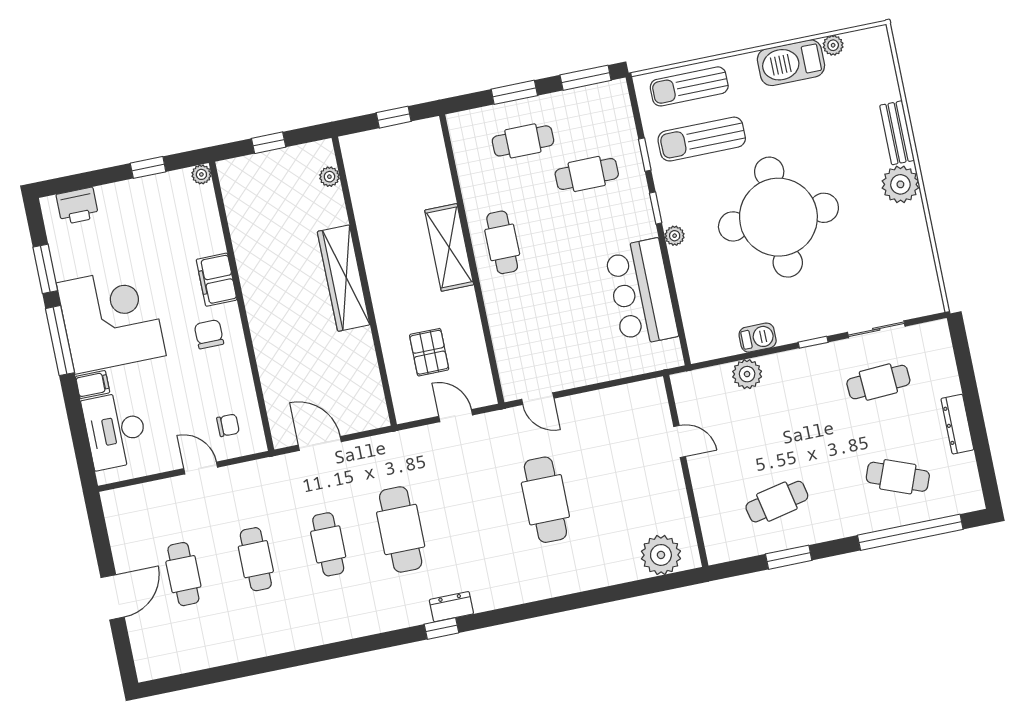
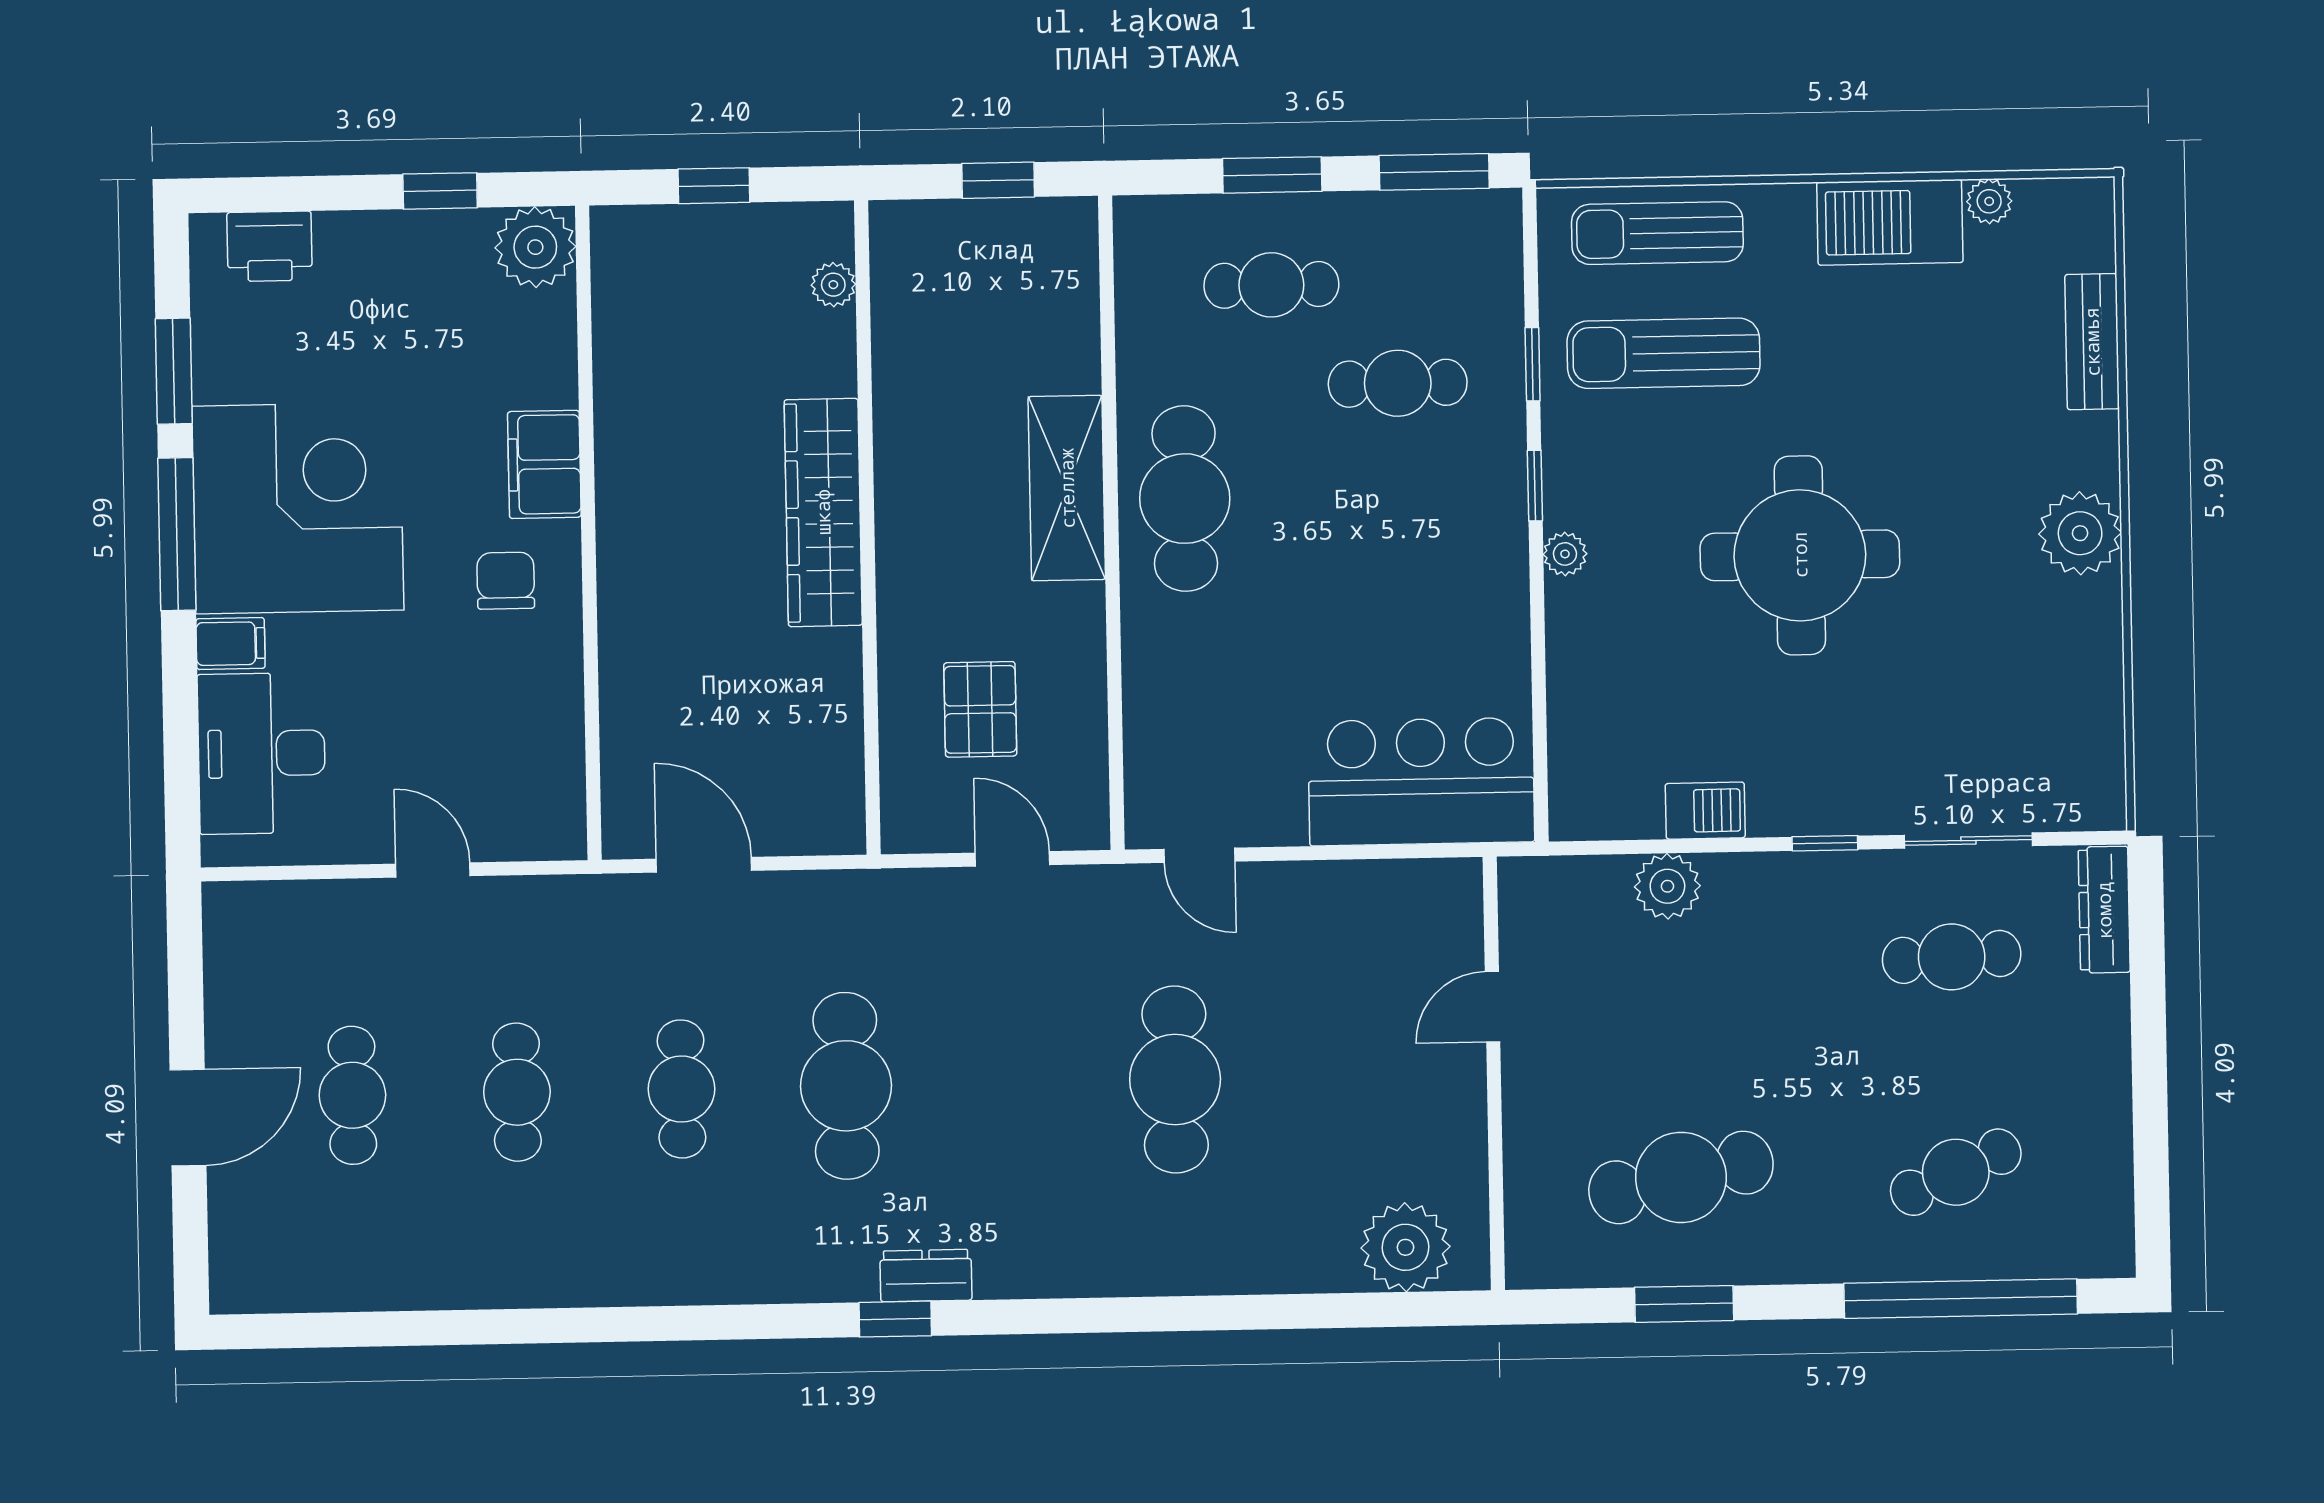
bench: (897, 133) -> (2092, 342), moved
plant: (201, 174) -> (535, 247), width x1.88, depth x1.88
round table: (778, 217) -> (1800, 555), width x0.73, depth x0.73
cafe table: (502, 242) -> (1185, 499), width x1.37, depth x1.35
bar counter: (641, 292) -> (1421, 782), moved, turned 90
dresser: (957, 424) -> (2104, 910), moved
chair: (228, 425) -> (510, 788), removed
door: (680, 442) -> (1493, 1007), swing flipped
cafe table: (898, 477) -> (1956, 1172), turned -45
cafe table: (777, 502) -> (1681, 1177), width x1.37, depth x1.35

